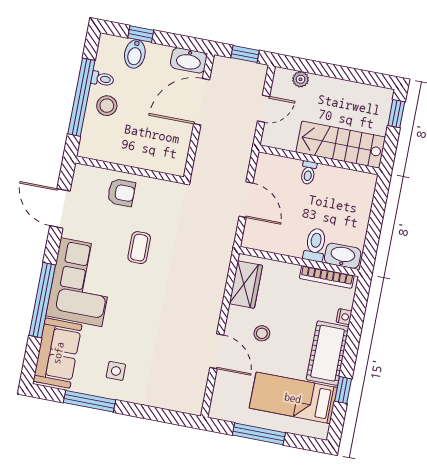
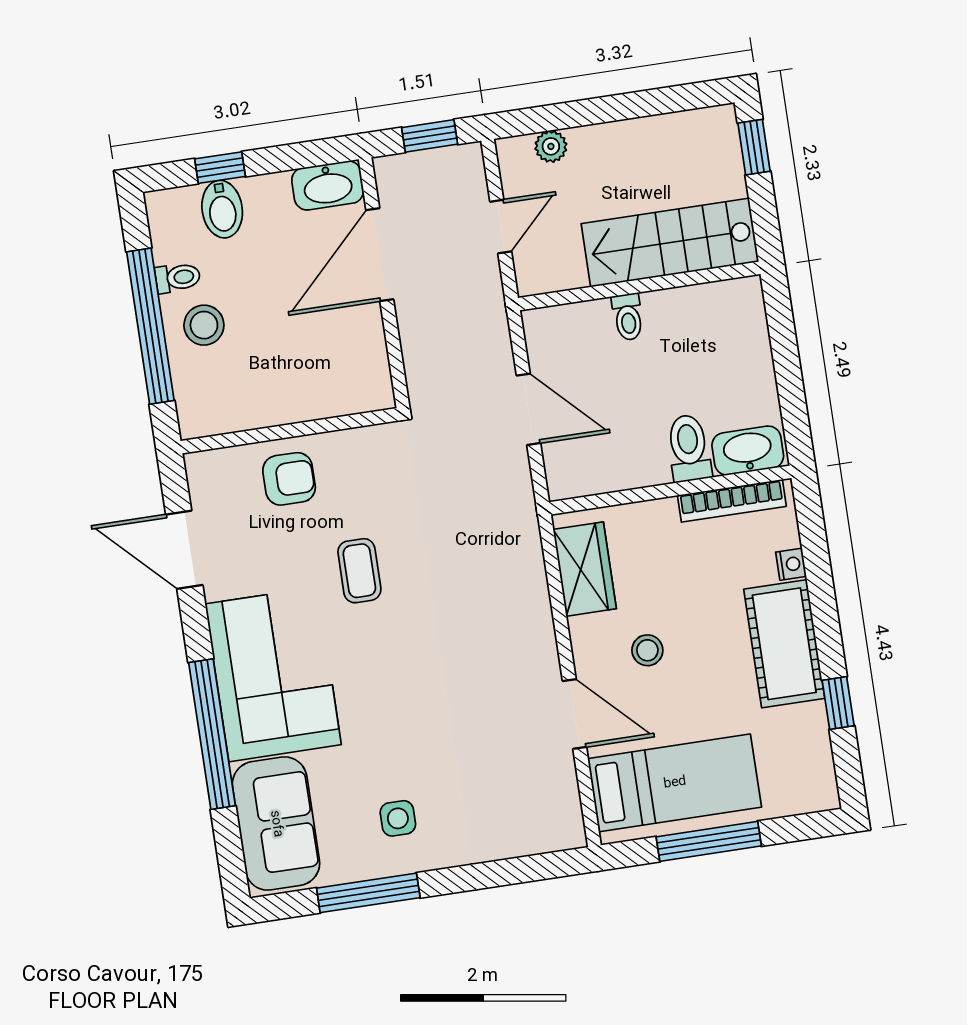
bed: (293, 398) -> (675, 783), moved, turned 180

